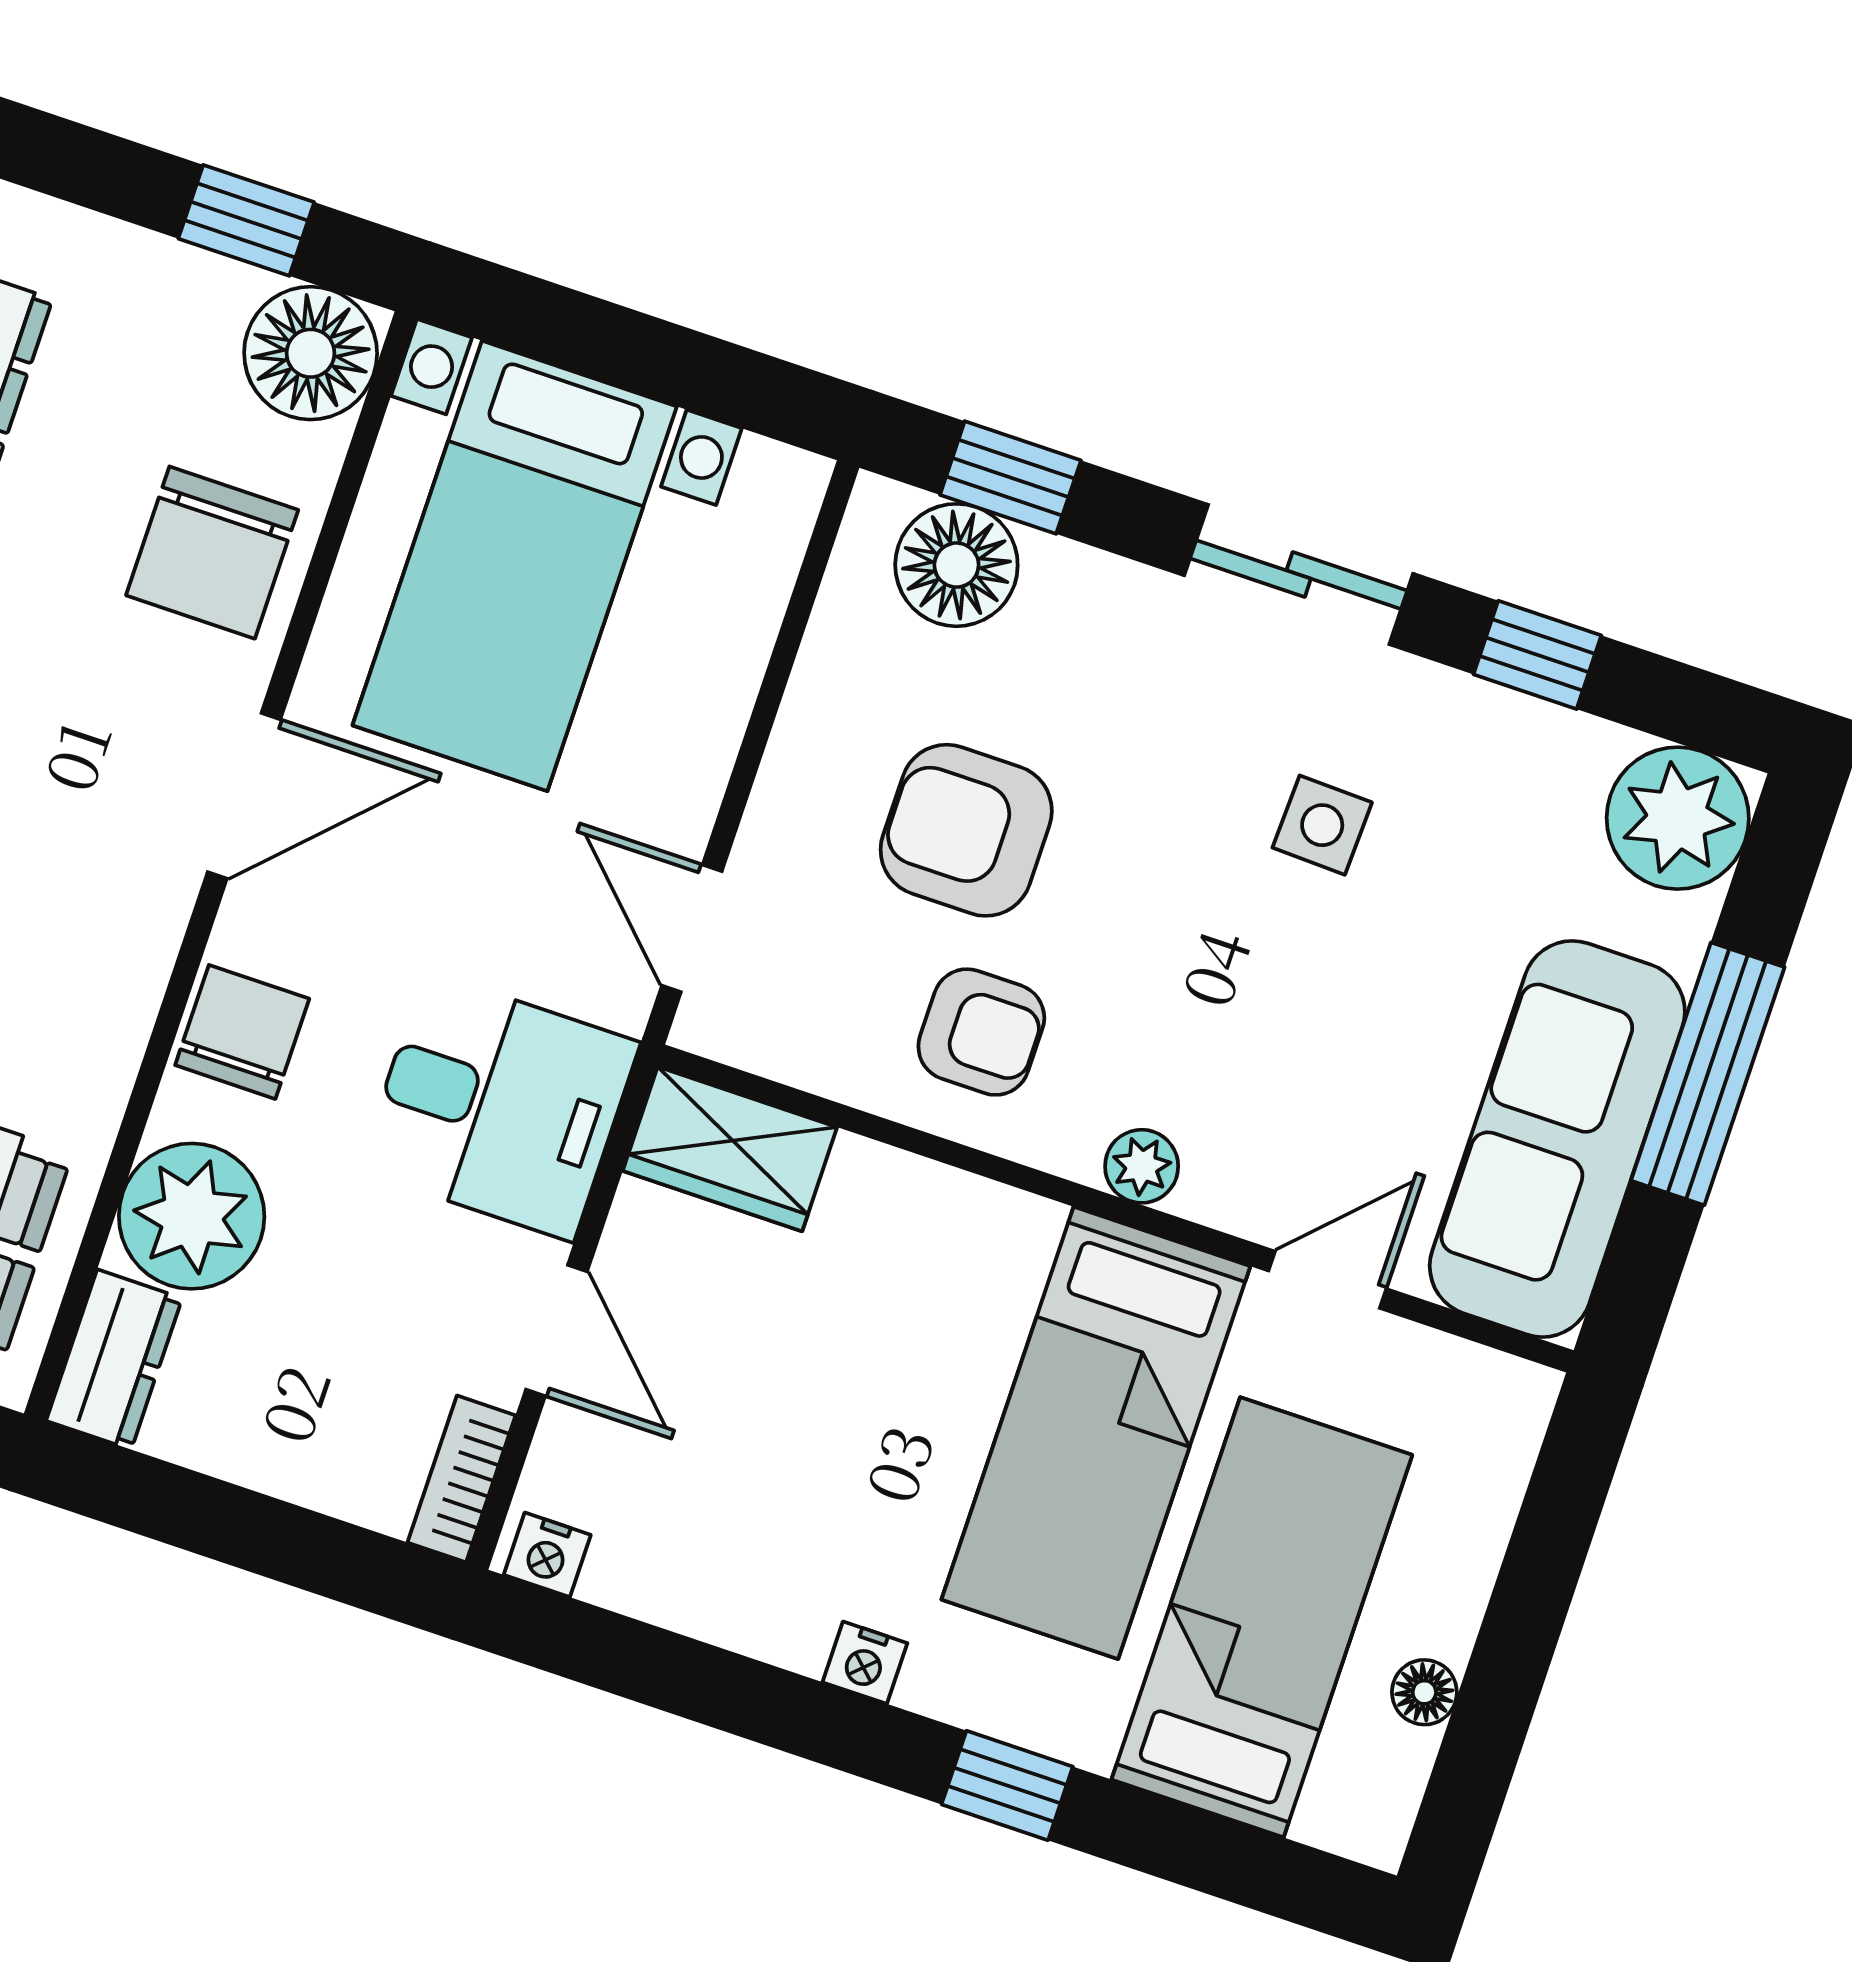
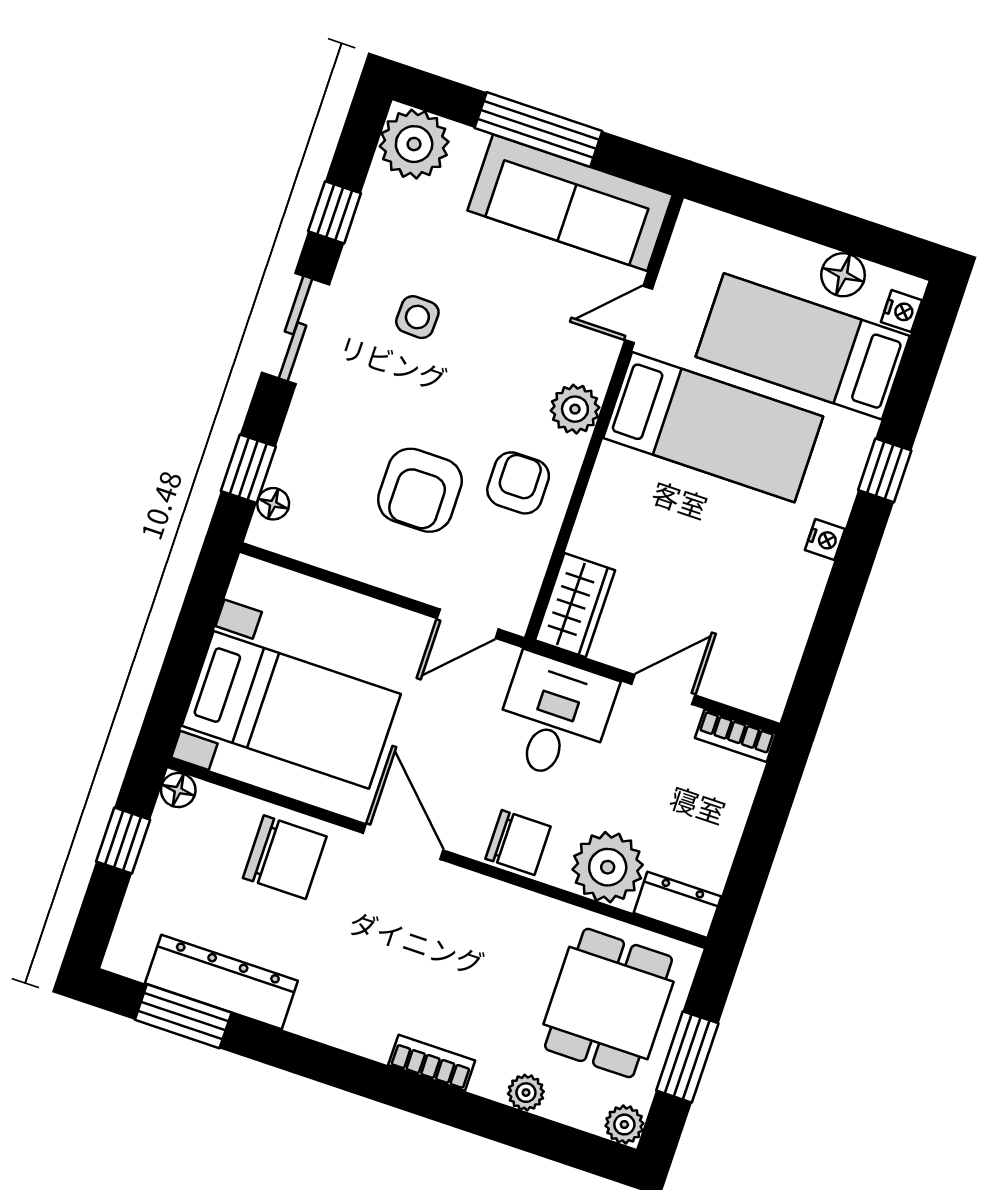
floor lamp: (311, 353) -> (178, 790), width x0.53, depth x0.53
floor lamp: (956, 565) -> (273, 504), width x0.53, depth x0.53
chair: (242, 1032) -> (518, 843), turned 180
plant: (1142, 1166) -> (575, 409), width x1.38, depth x1.38
door: (1327, 1280) -> (639, 315), hinge flipped
nightstand: (547, 1555) -> (901, 311), moved
floor lamp: (1424, 1692) -> (843, 275), width x1.37, depth x1.37

